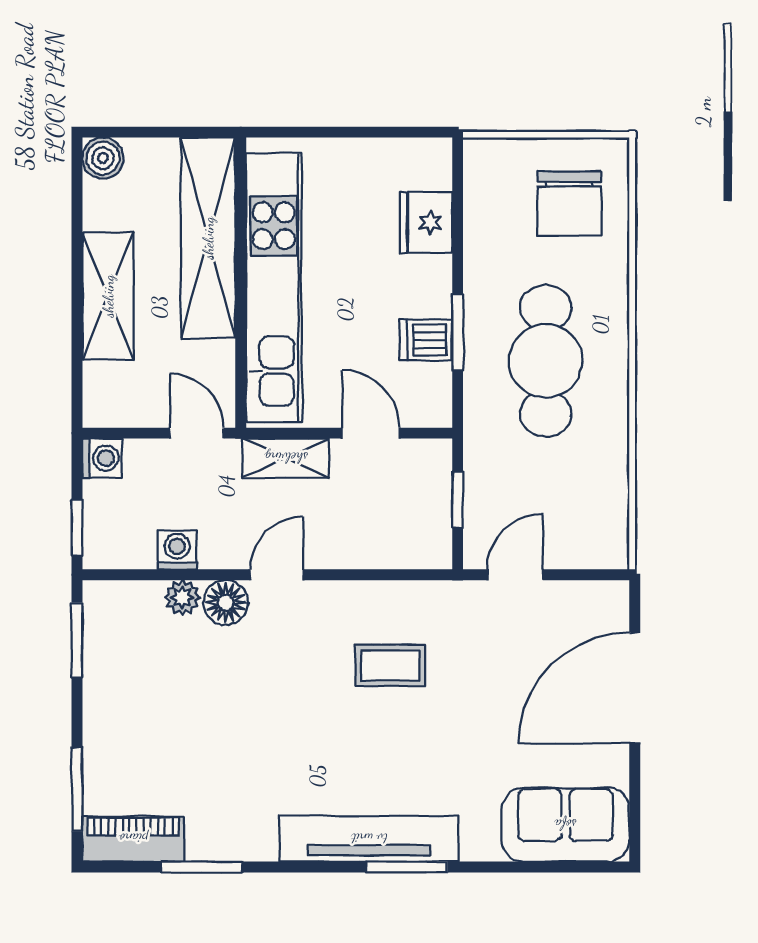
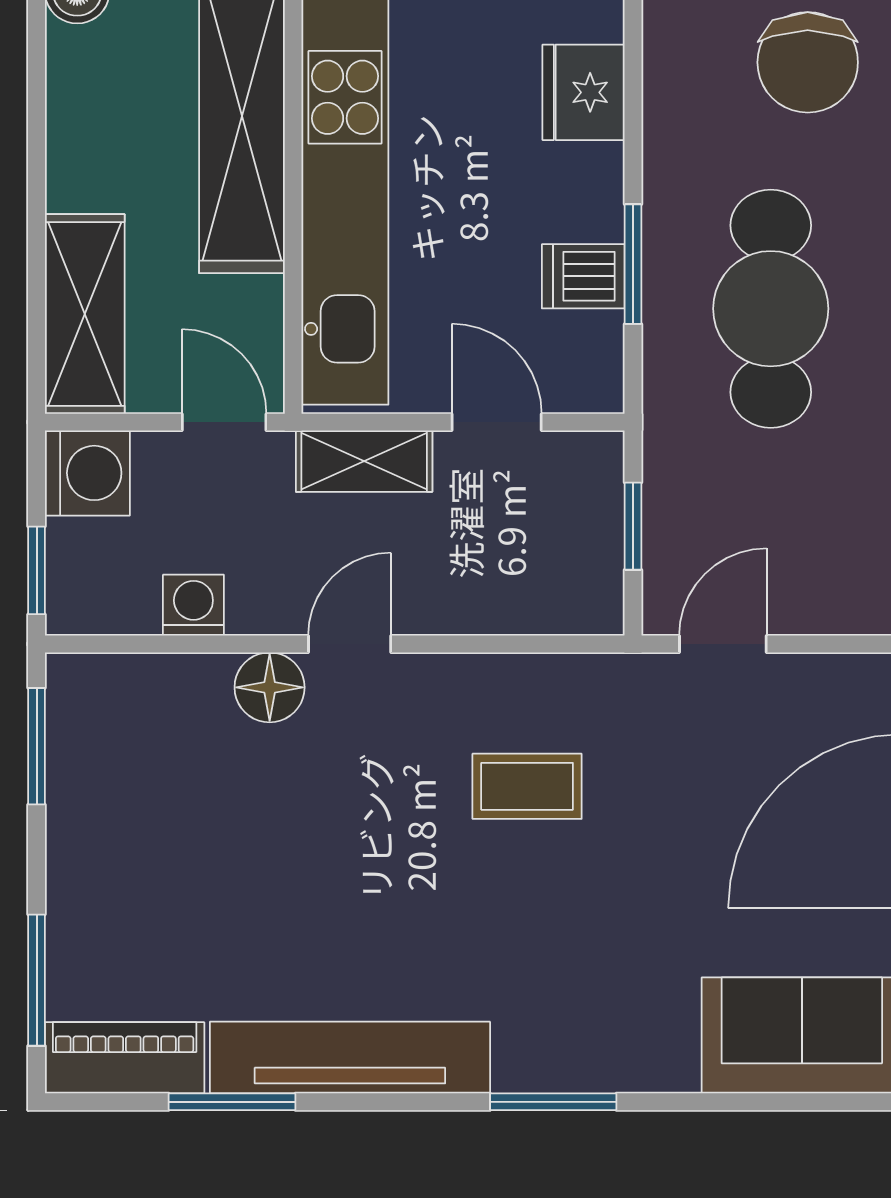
shelving: (108, 296) -> (85, 314), moved
washing machine: (102, 458) -> (87, 473), width x1.38, depth x1.38
plant: (182, 597) -> (202, 680), removed
tv unit: (369, 839) -> (350, 1058), moved

